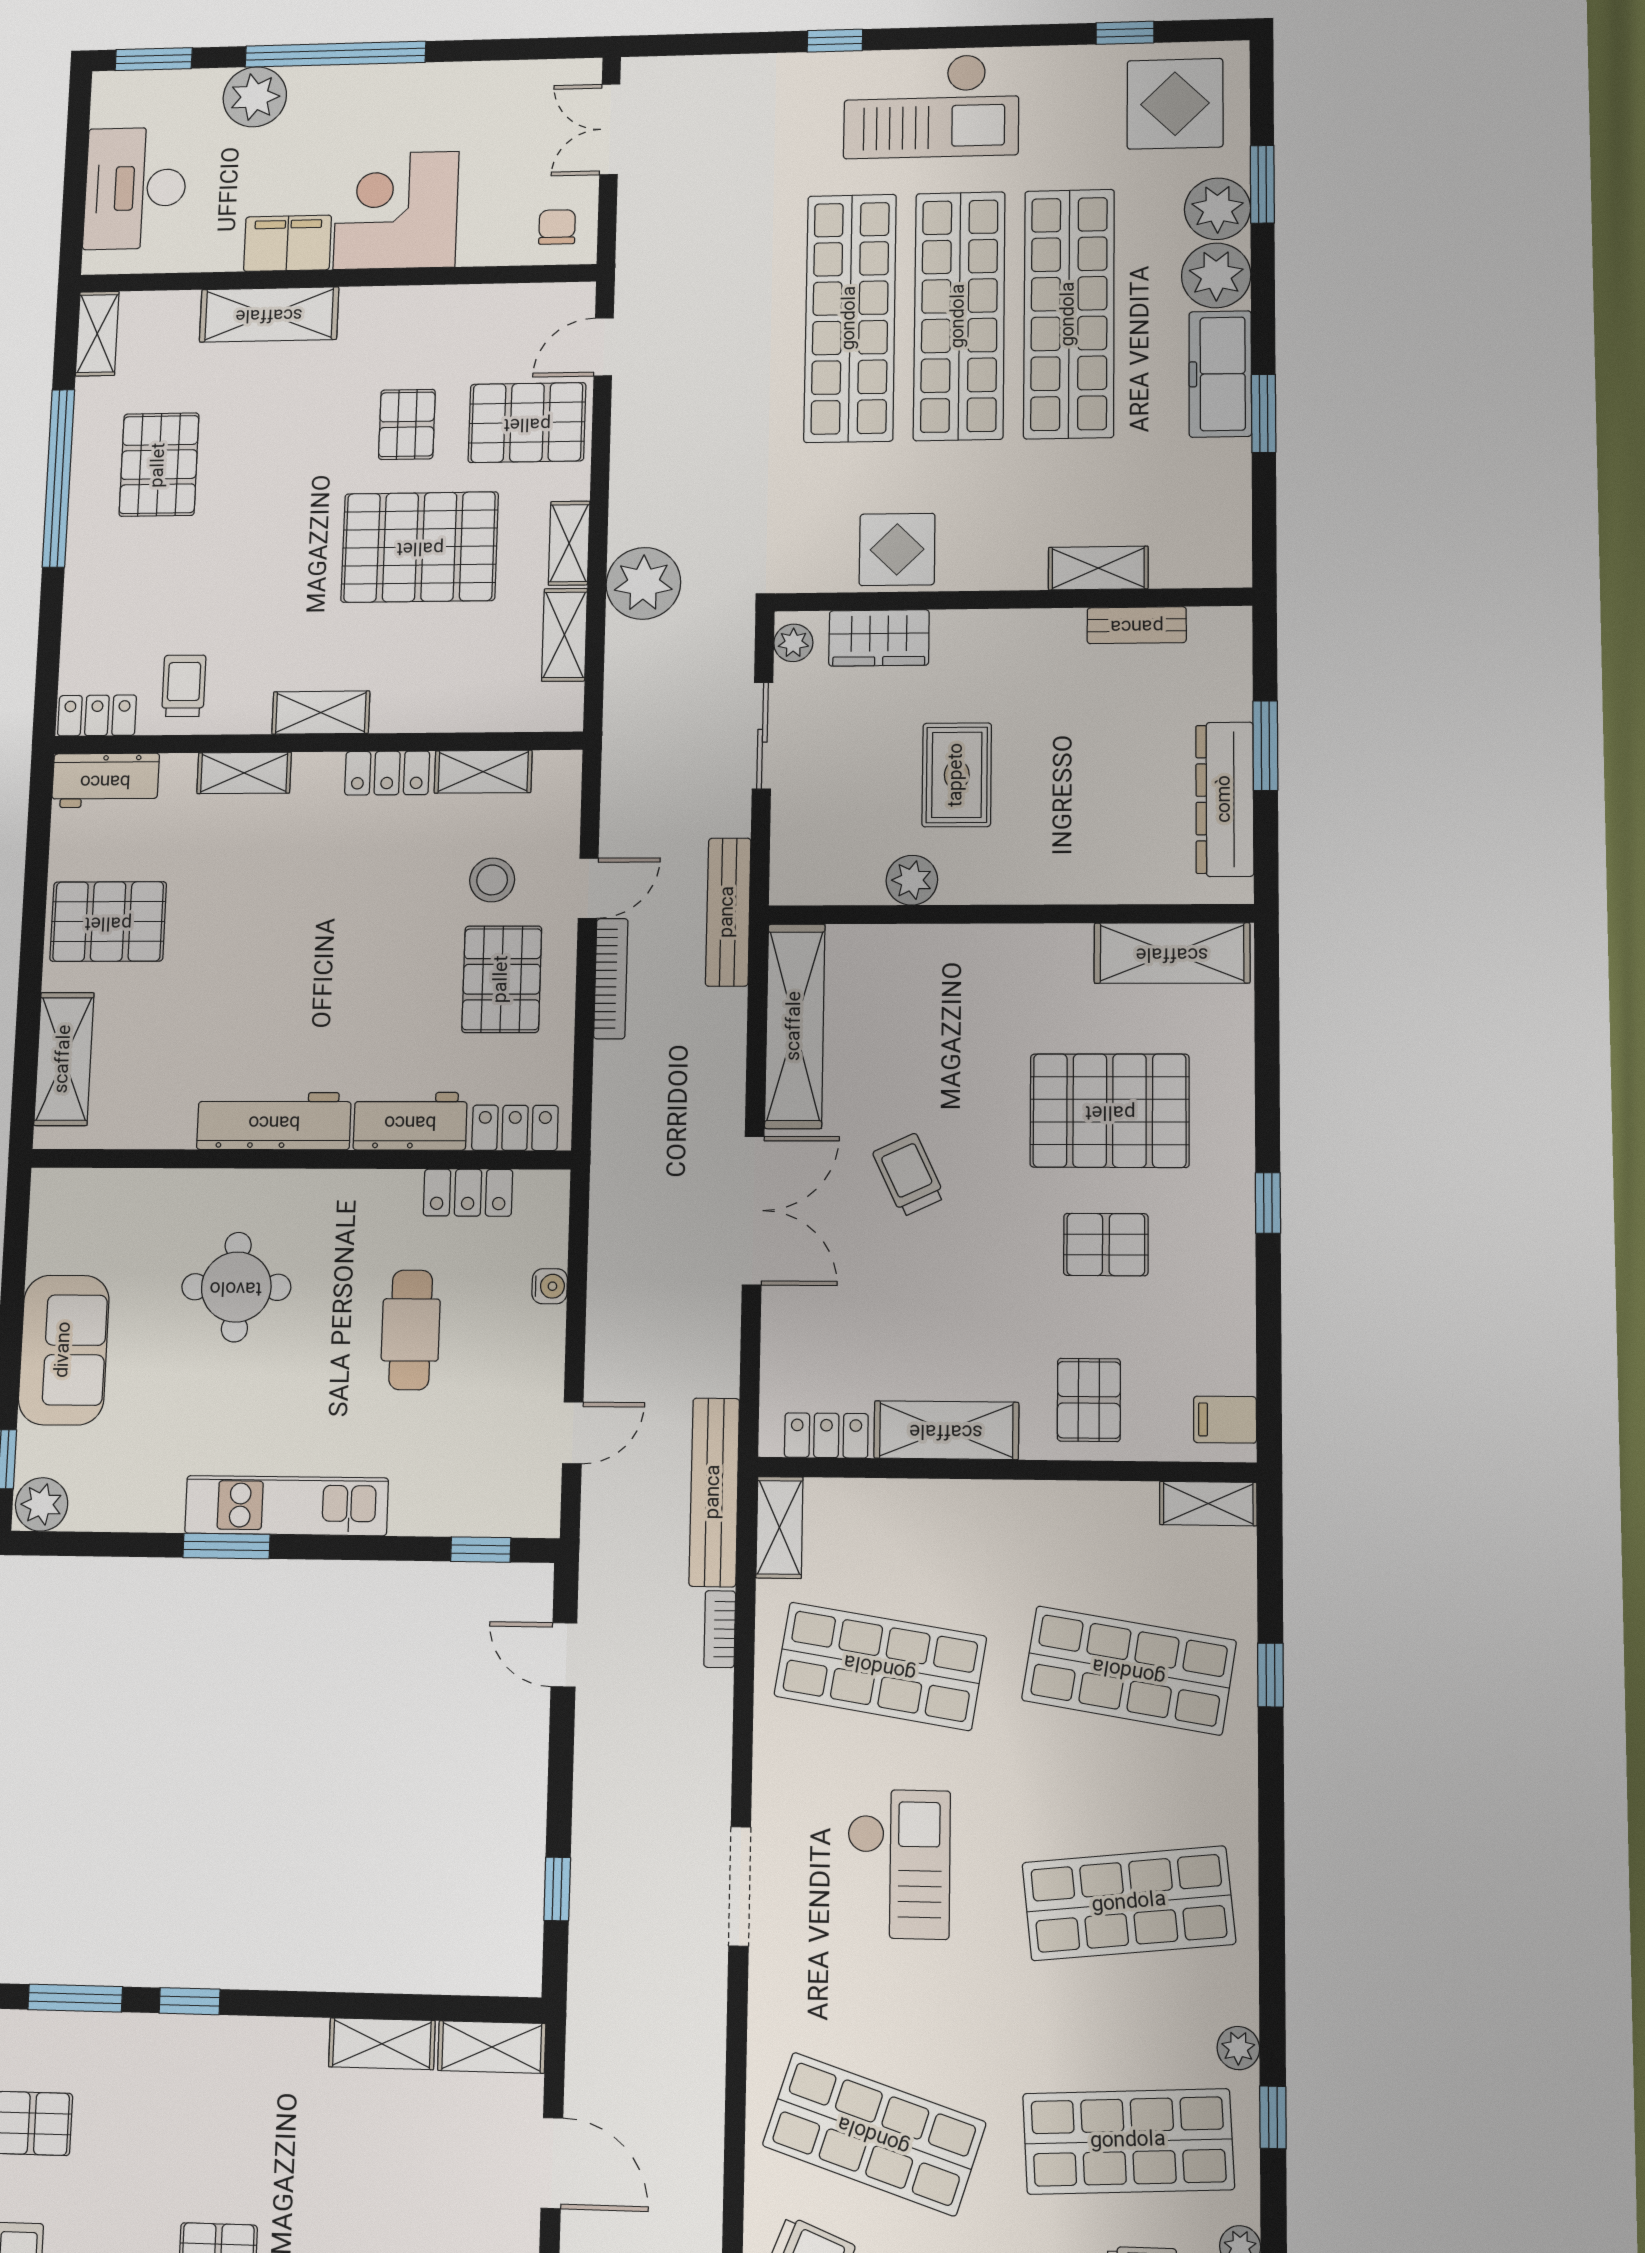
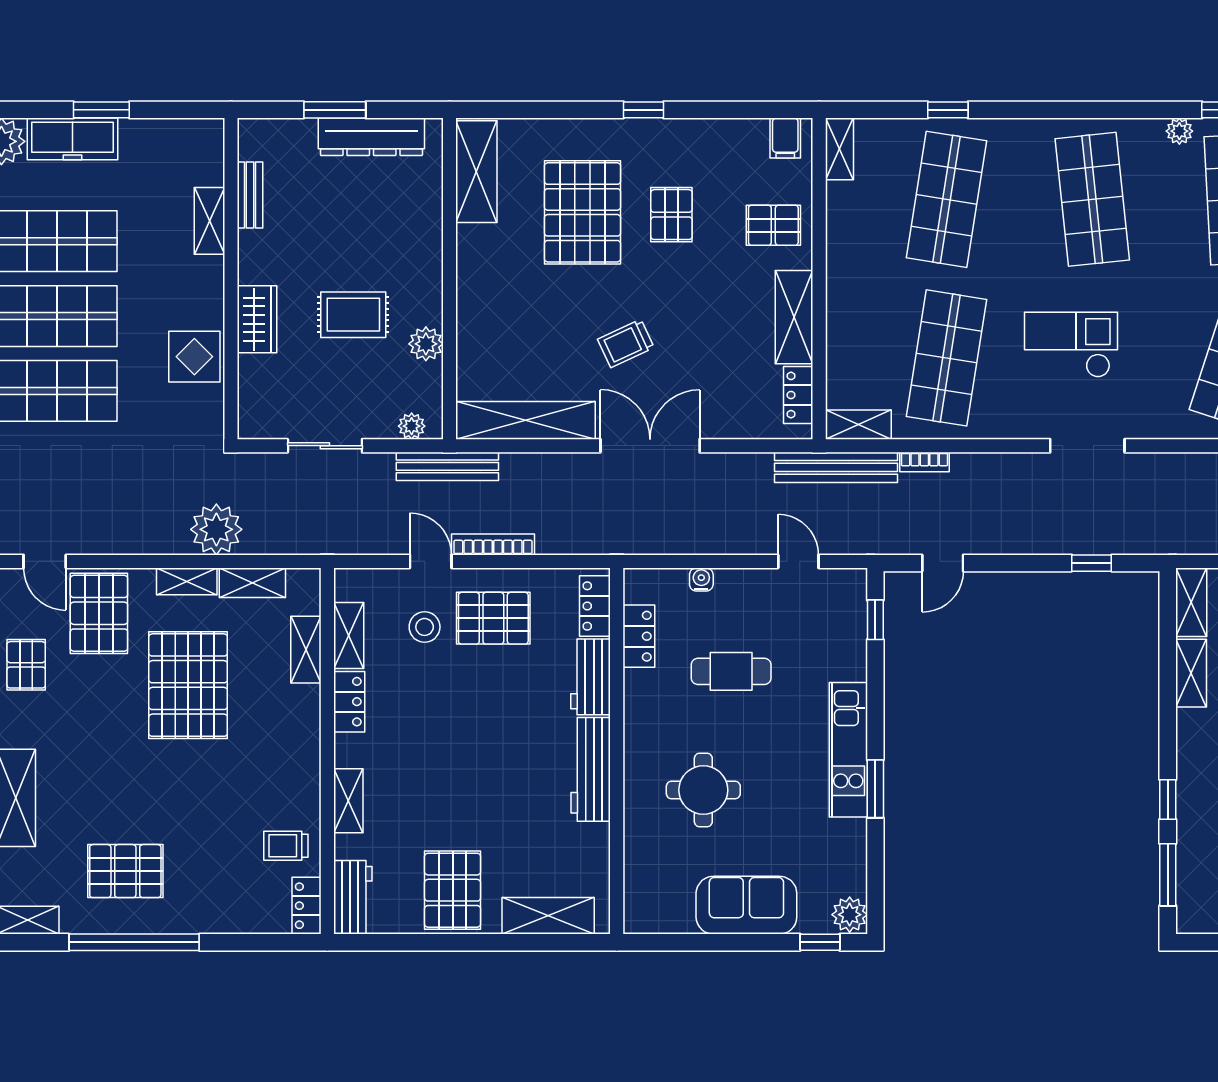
pallet: (407, 424) -> (26, 665), moved, turned 90
wardrobe: (879, 638) -> (257, 319), moved
plant: (793, 643) -> (412, 426), moved
shelving: (321, 713) -> (306, 650), moved

